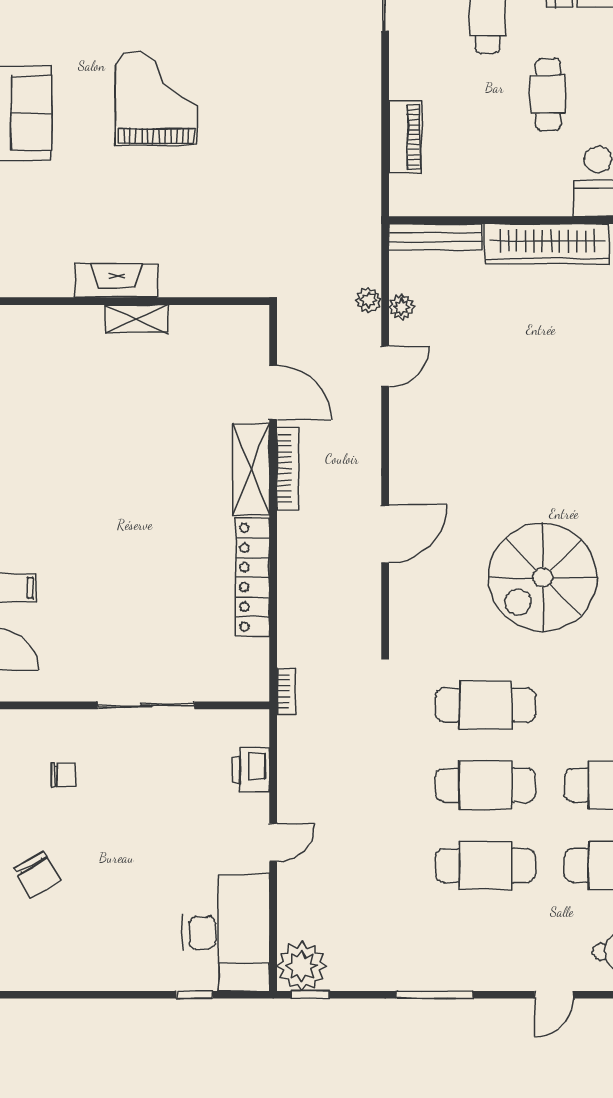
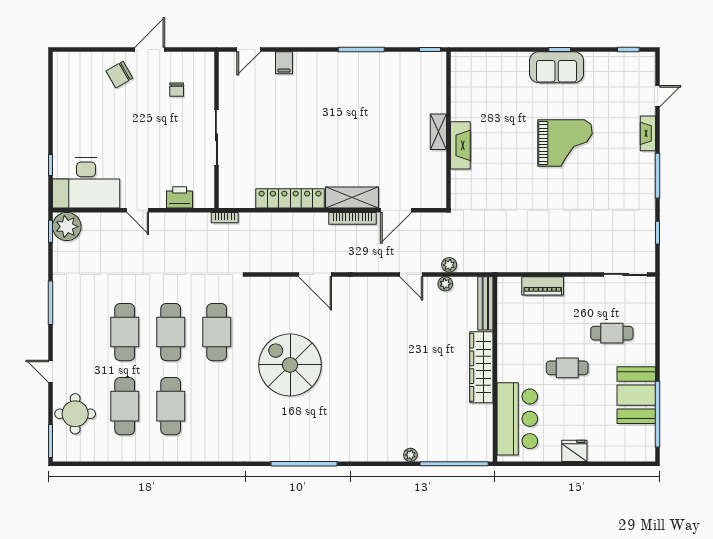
fireplace: (117, 280) -> (460, 145), moved

